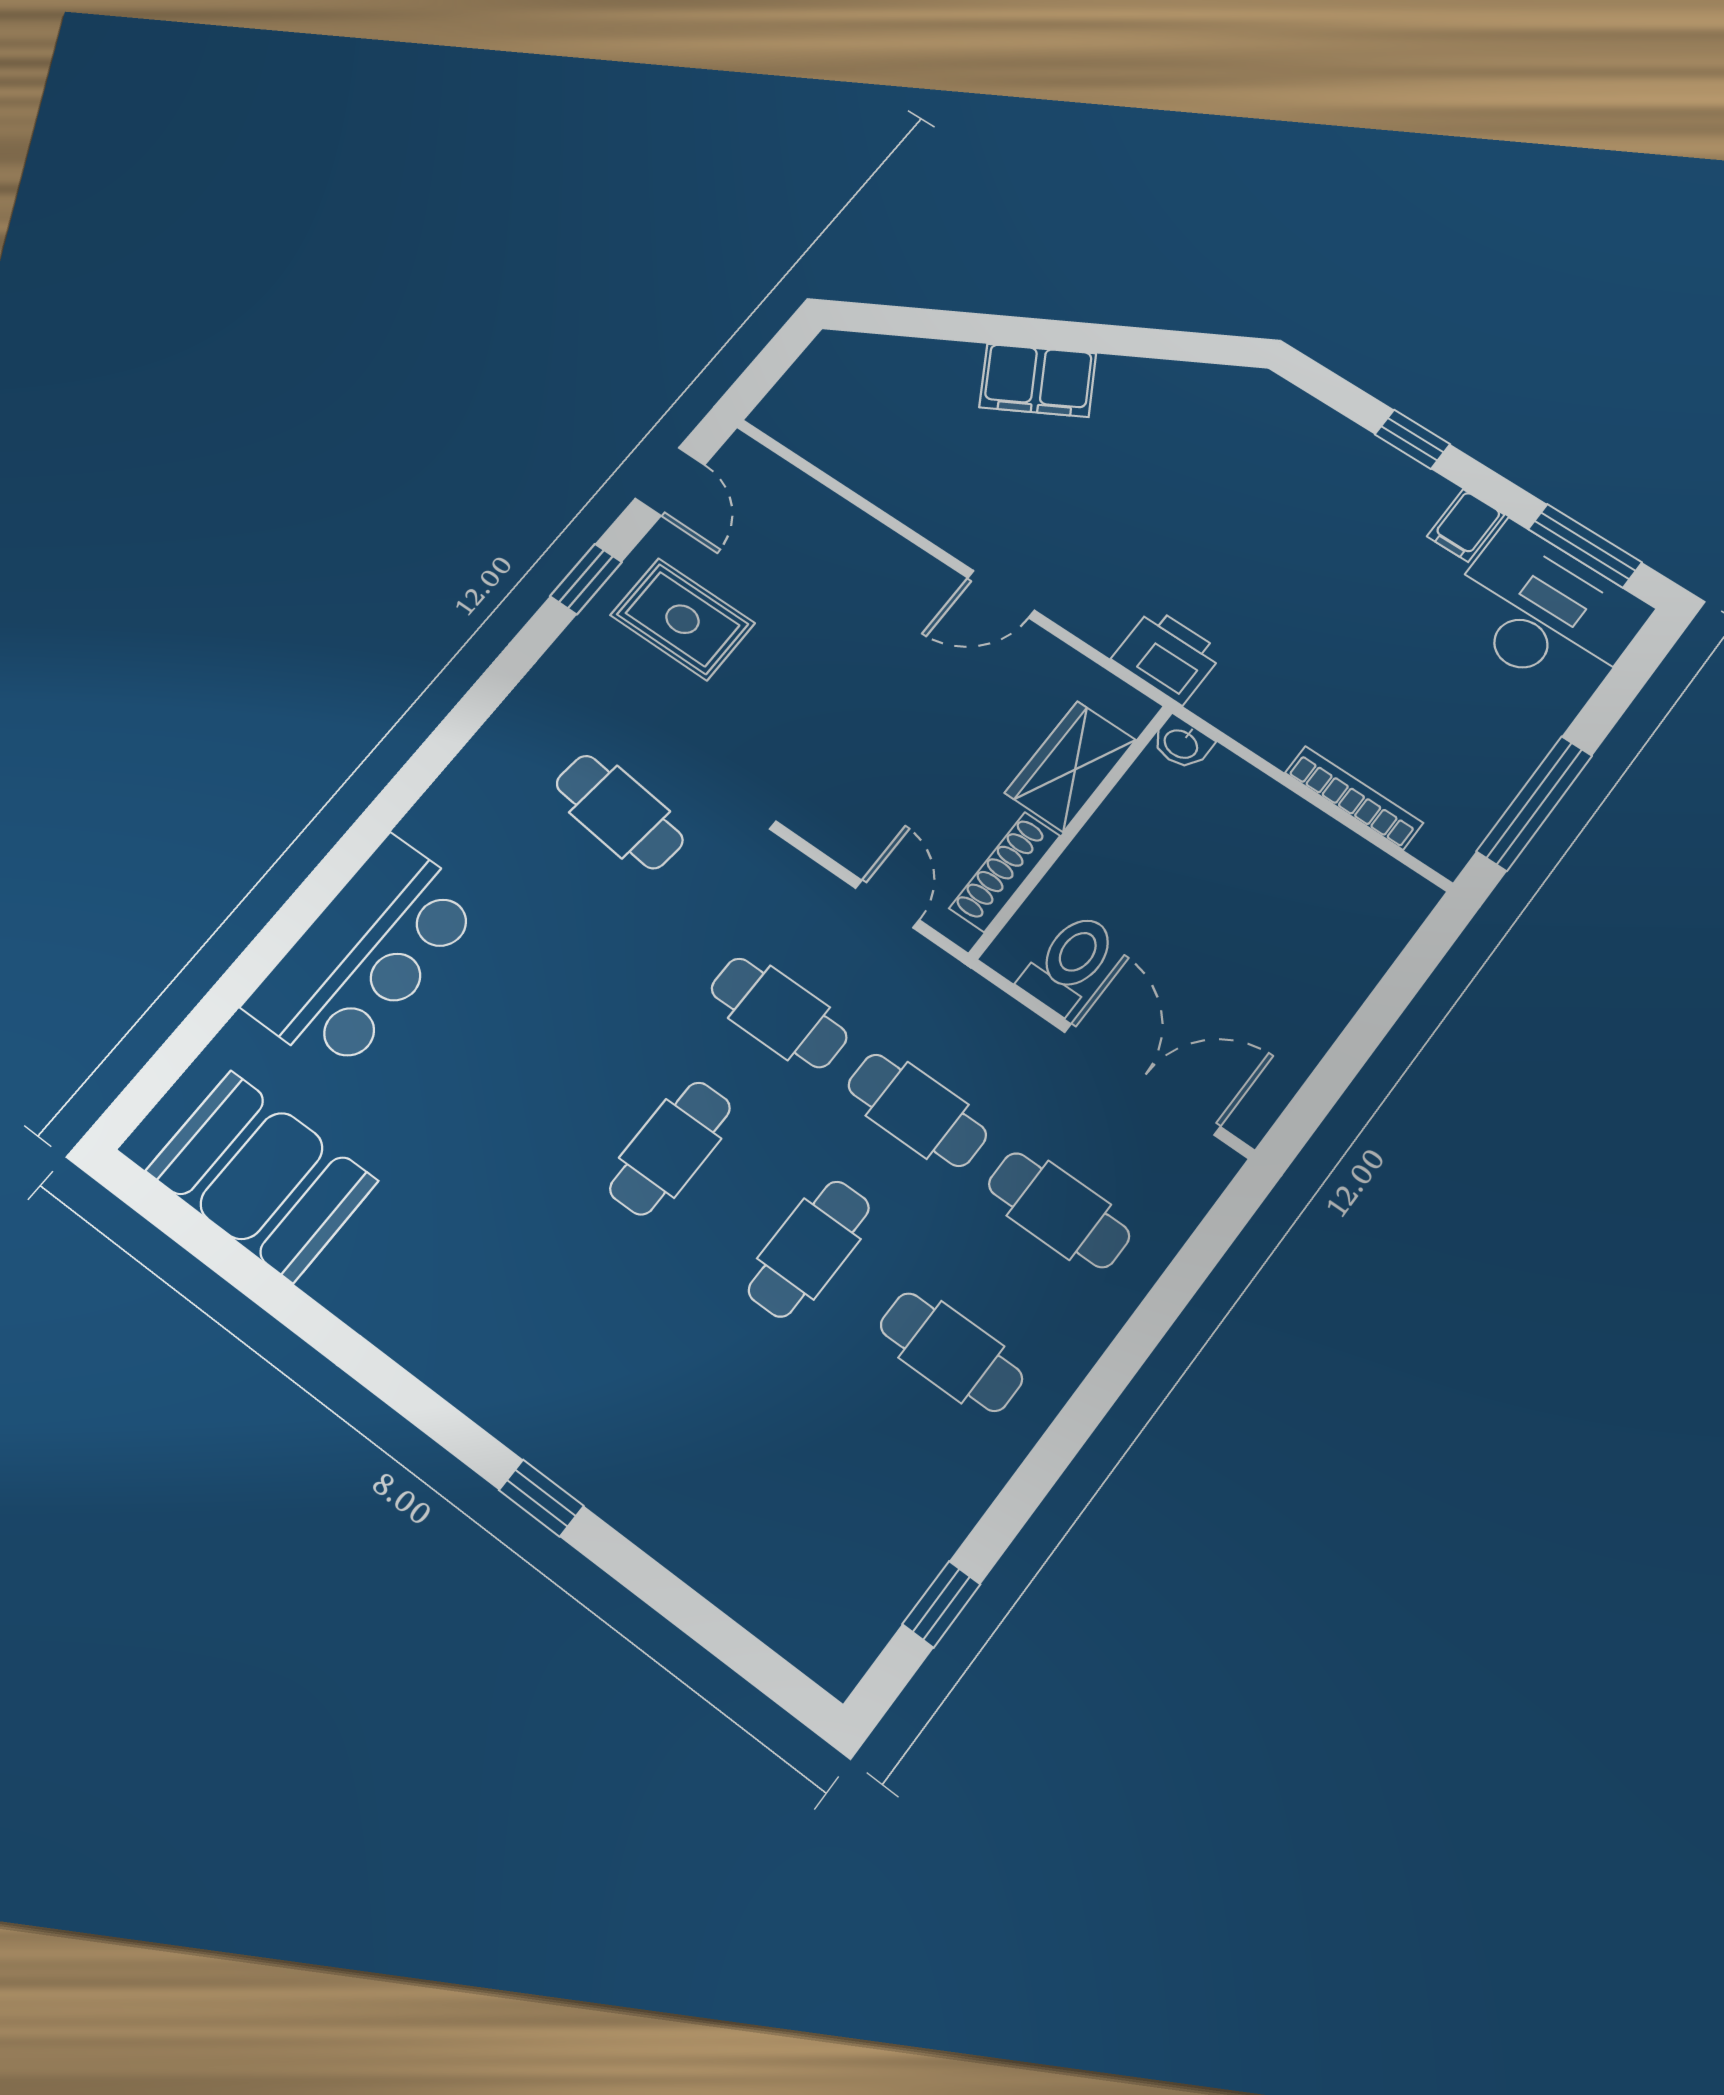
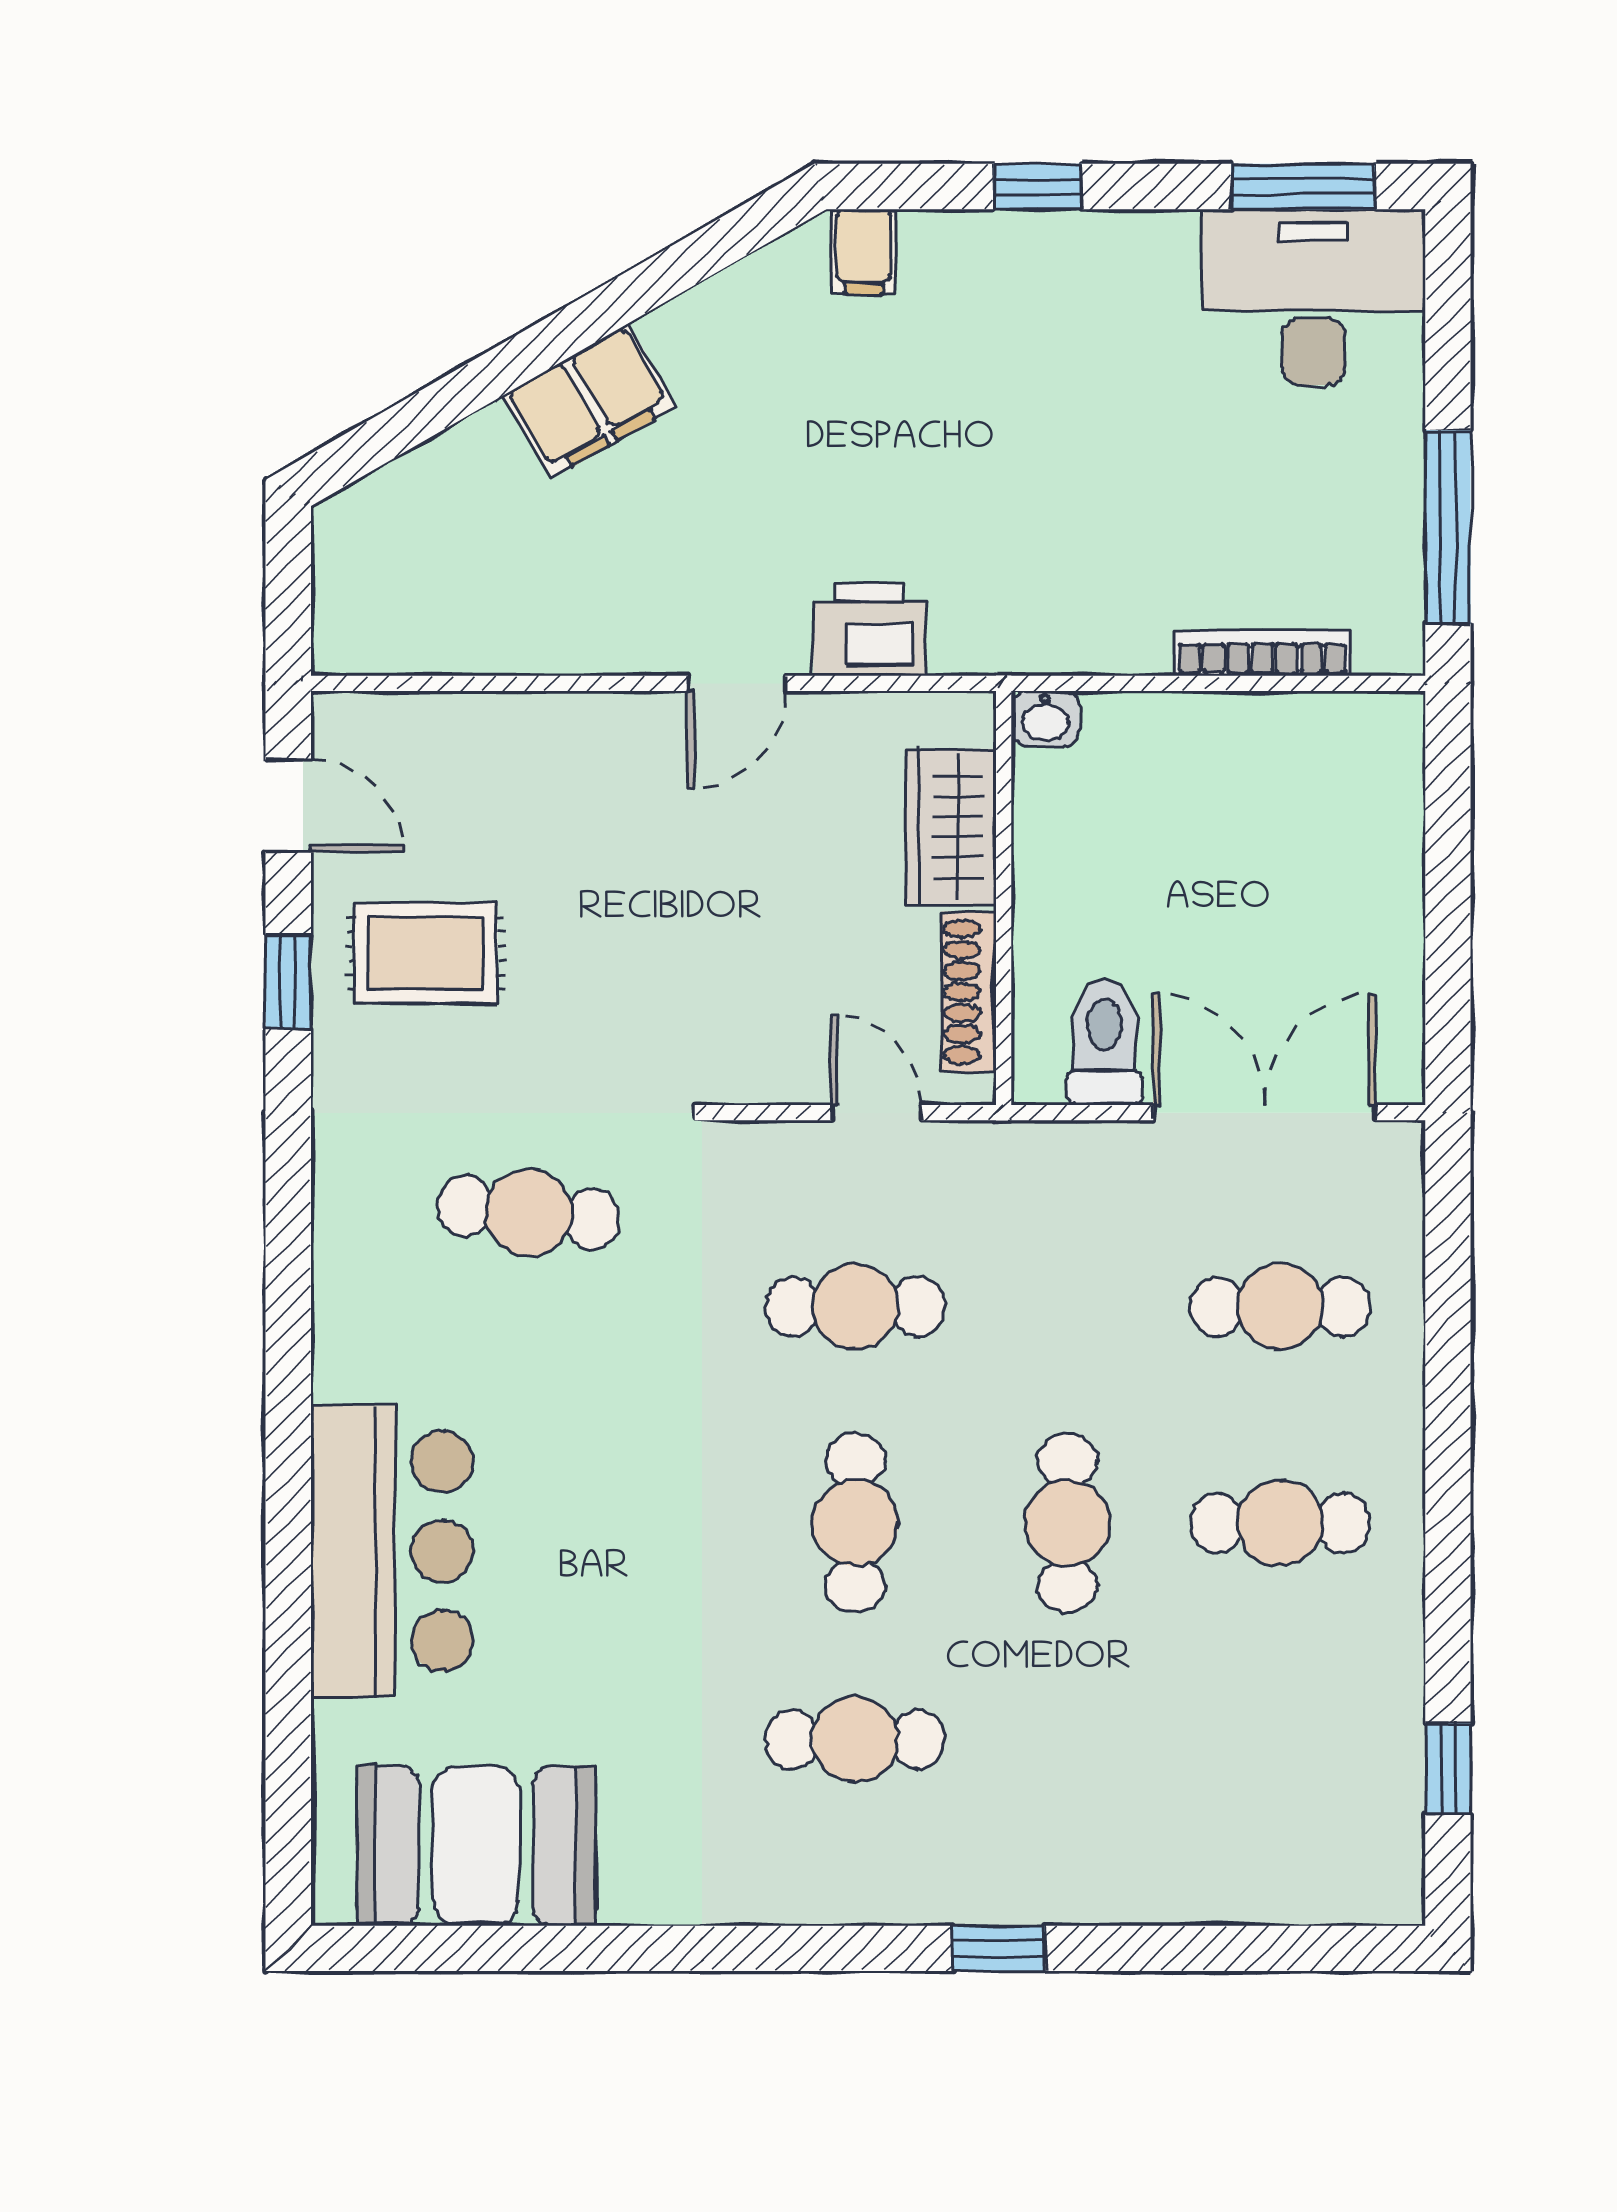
filing cabinet: (1466, 525) -> (864, 251), moved
printer: (1167, 656) -> (869, 629), moved
cafe table: (917, 1110) -> (855, 1740), moved

